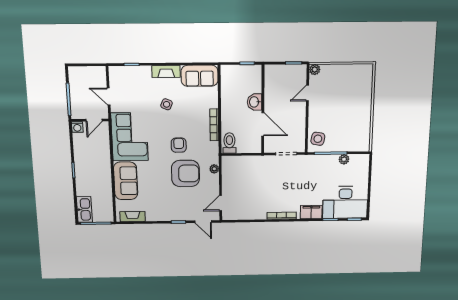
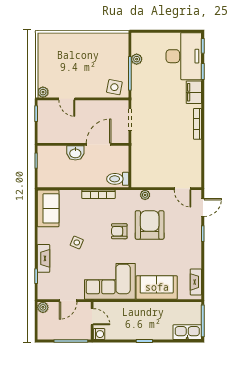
plant: (101, 71) -> (43, 307), added
fireplace: (166, 71) -> (43, 258), moved

